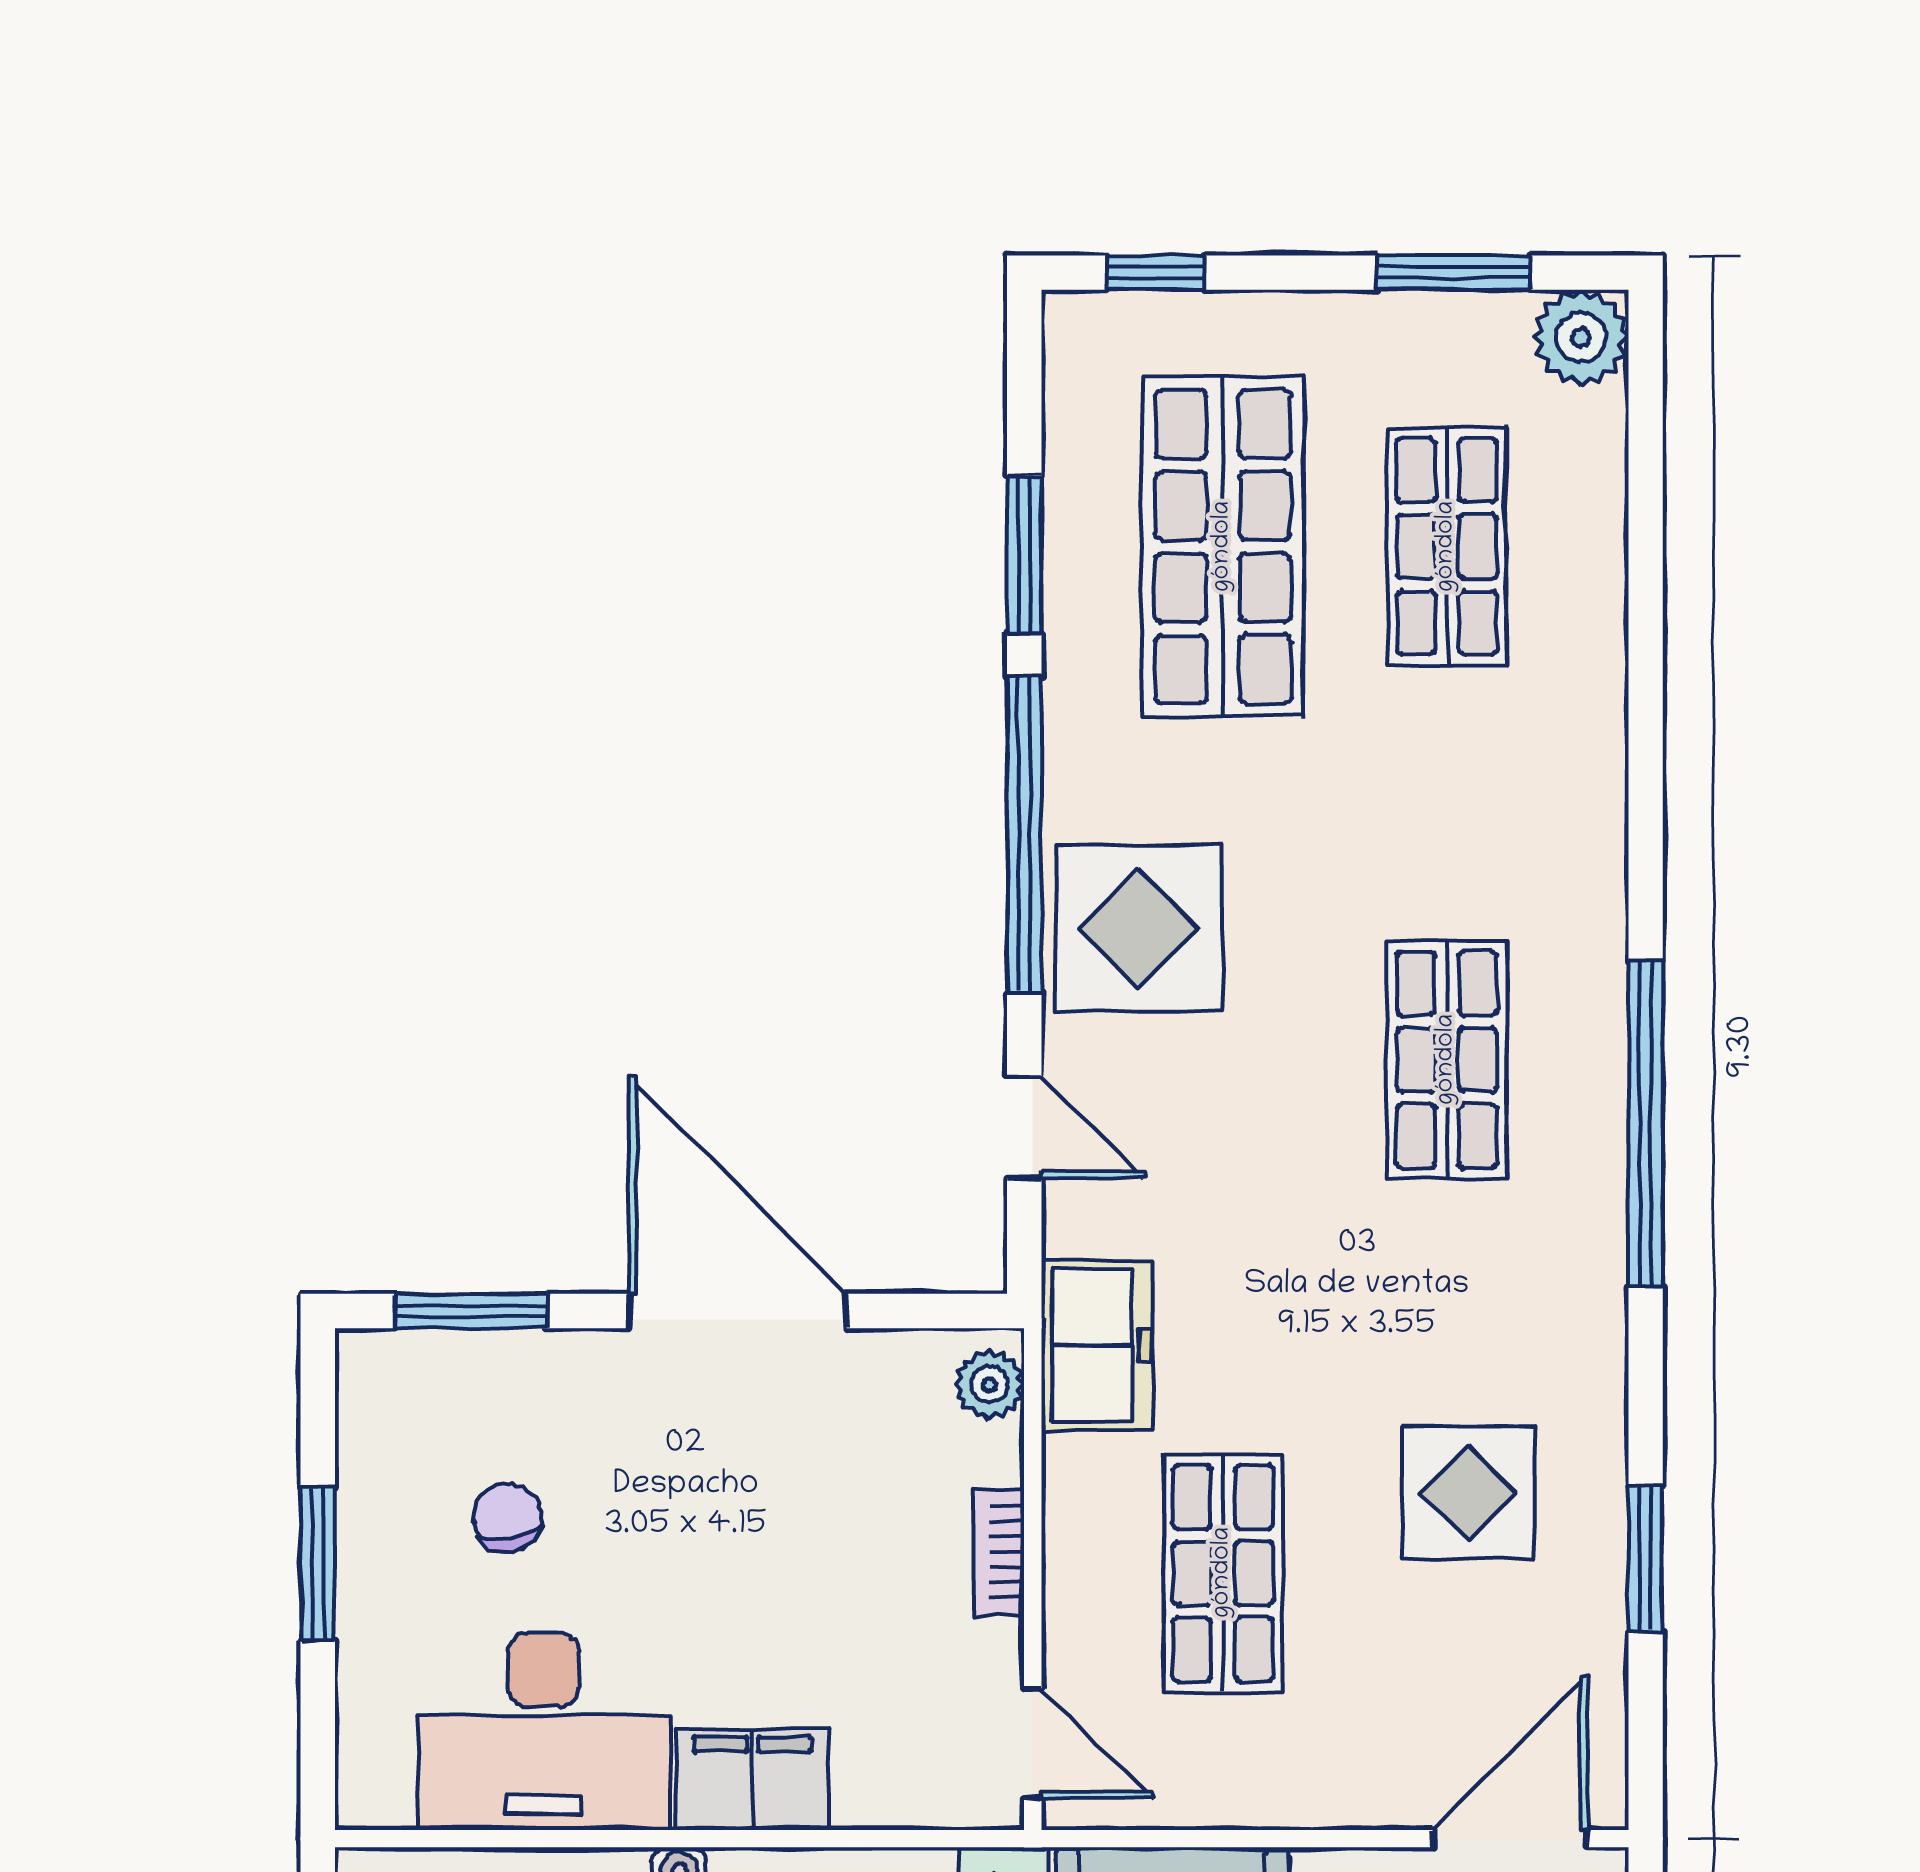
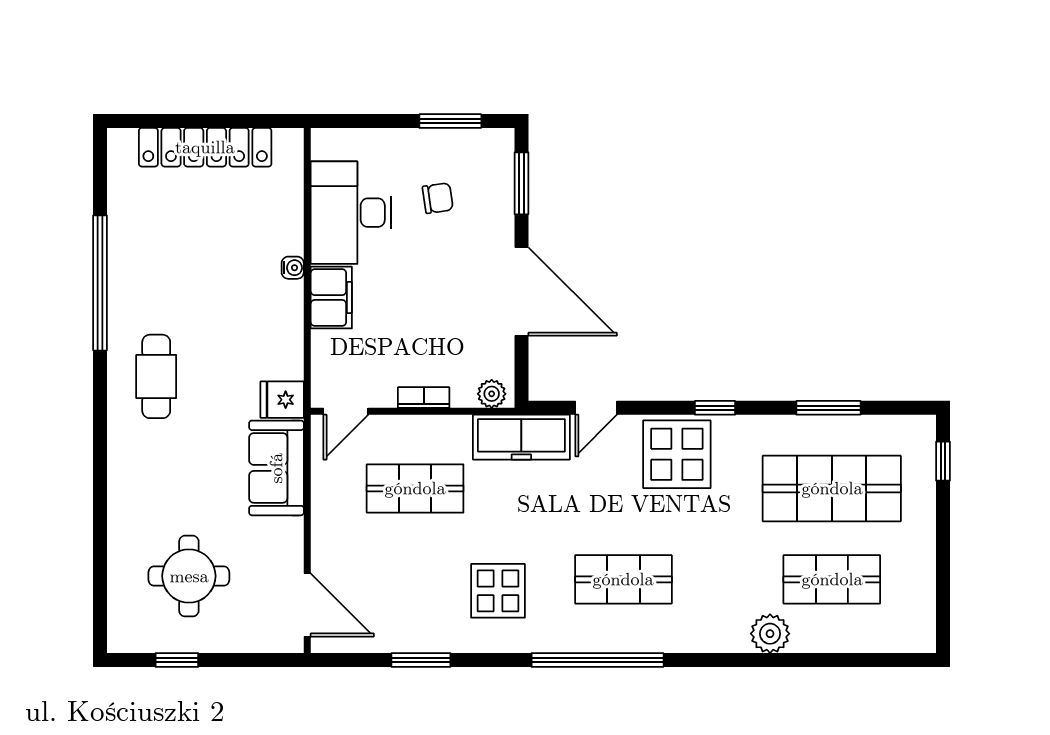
window: (1453, 273) -> (943, 582), removed
plant: (1581, 337) -> (770, 634), moved
window: (1024, 834) -> (715, 408), width x0.32
door: (738, 1311) -> (521, 292), hinge flipped
freezer: (1097, 1345) -> (521, 437), width x1.40
display table: (1468, 1493) -> (498, 591), moved
window: (318, 1564) -> (450, 121), moved

